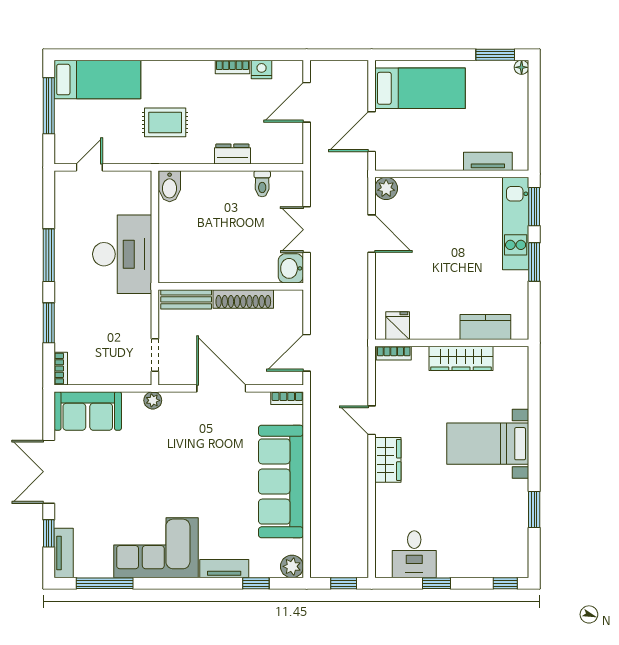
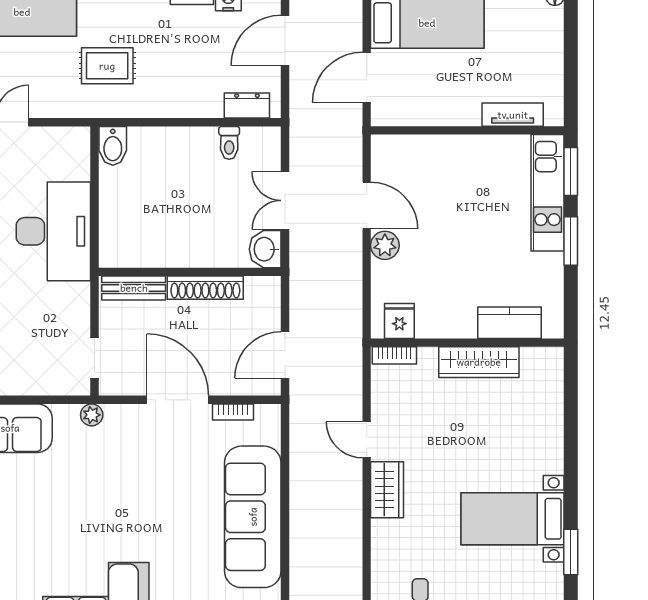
dresser: (232, 154) -> (247, 105), moved
plant: (386, 188) -> (385, 245), moved
bookcase: (287, 398) -> (233, 412), moved
bed with nightstands: (488, 444) -> (513, 519), moved

